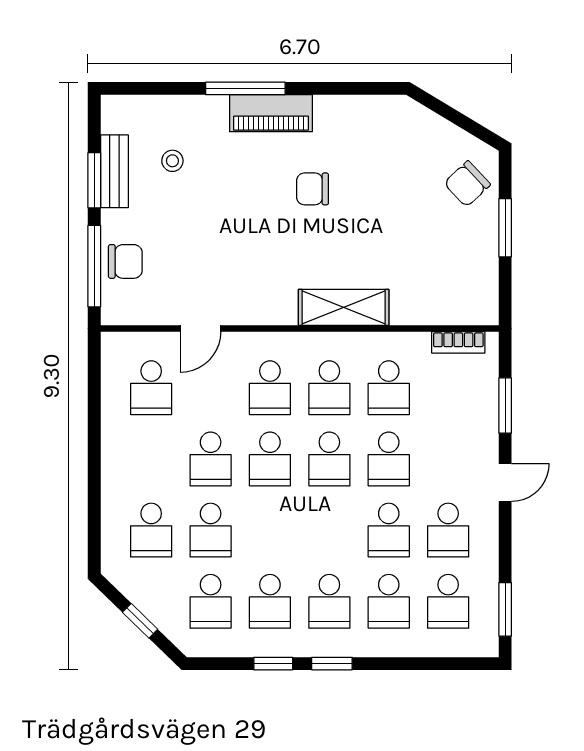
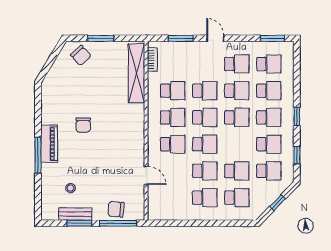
chair: (125, 261) -> (116, 209), turned -85
shelving: (344, 307) -> (137, 73), moved, width x1.47
school desk: (151, 388) -> (205, 198), moved
school desk: (329, 530) -> (237, 117), added
window: (273, 664) -> (297, 155), moved

